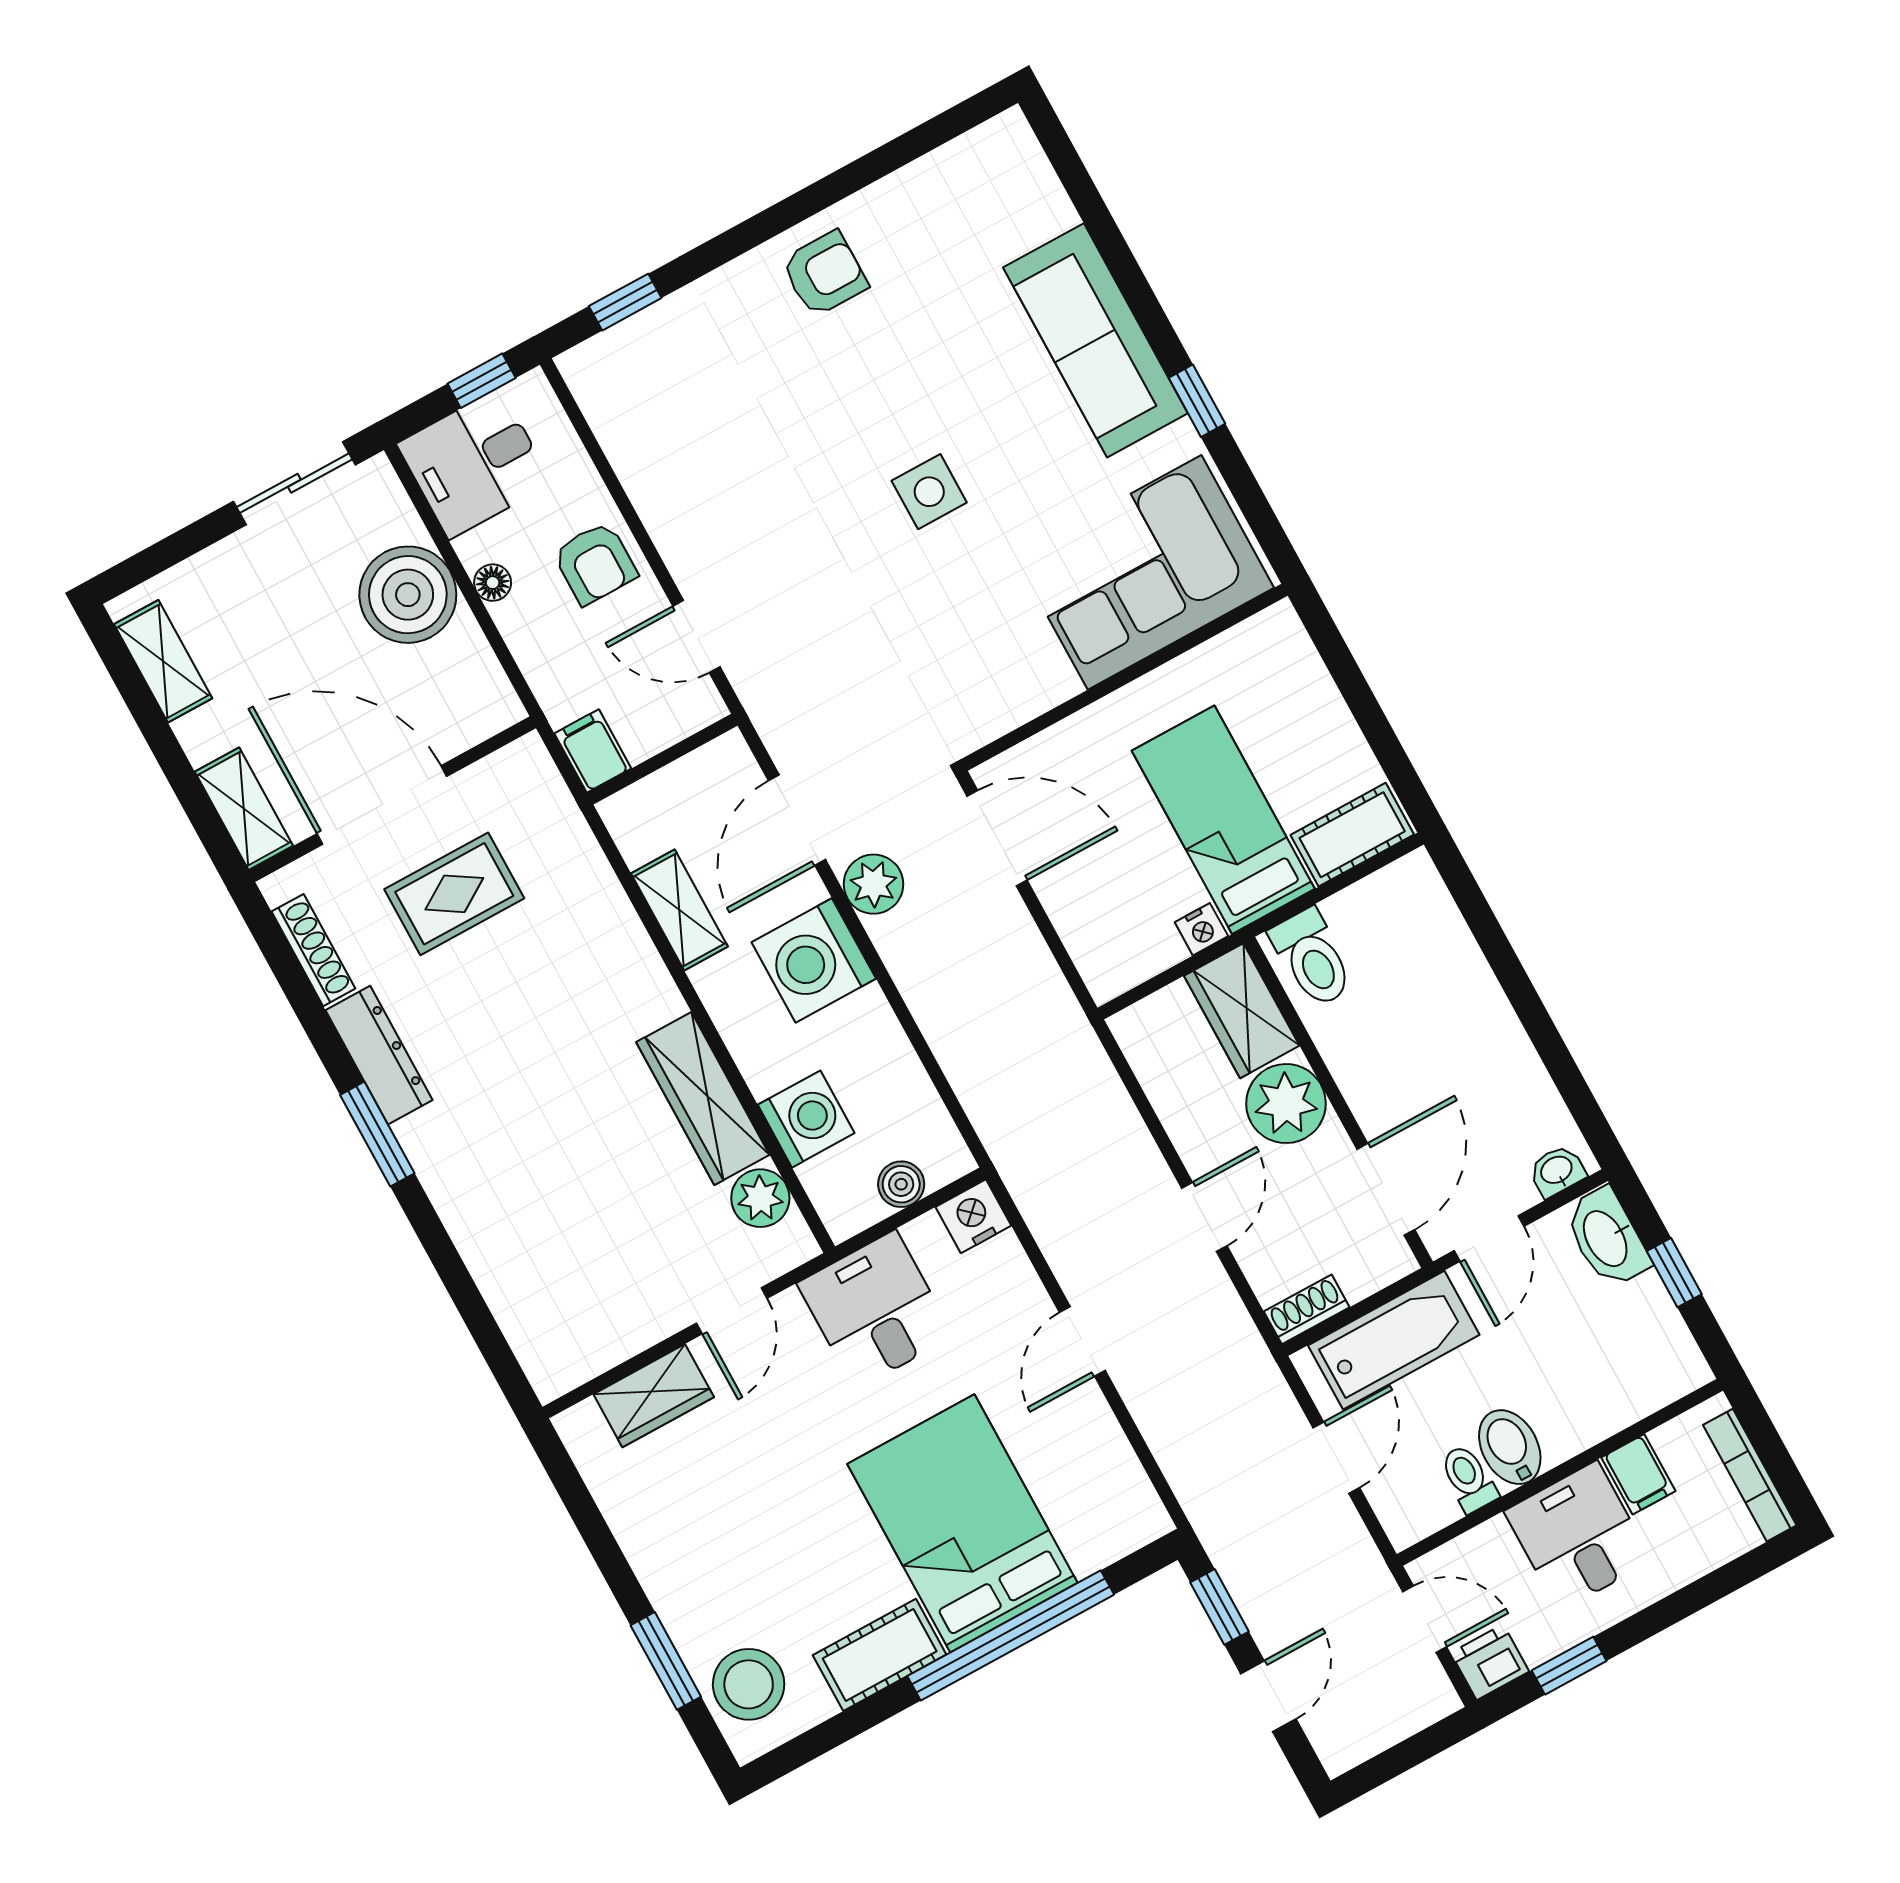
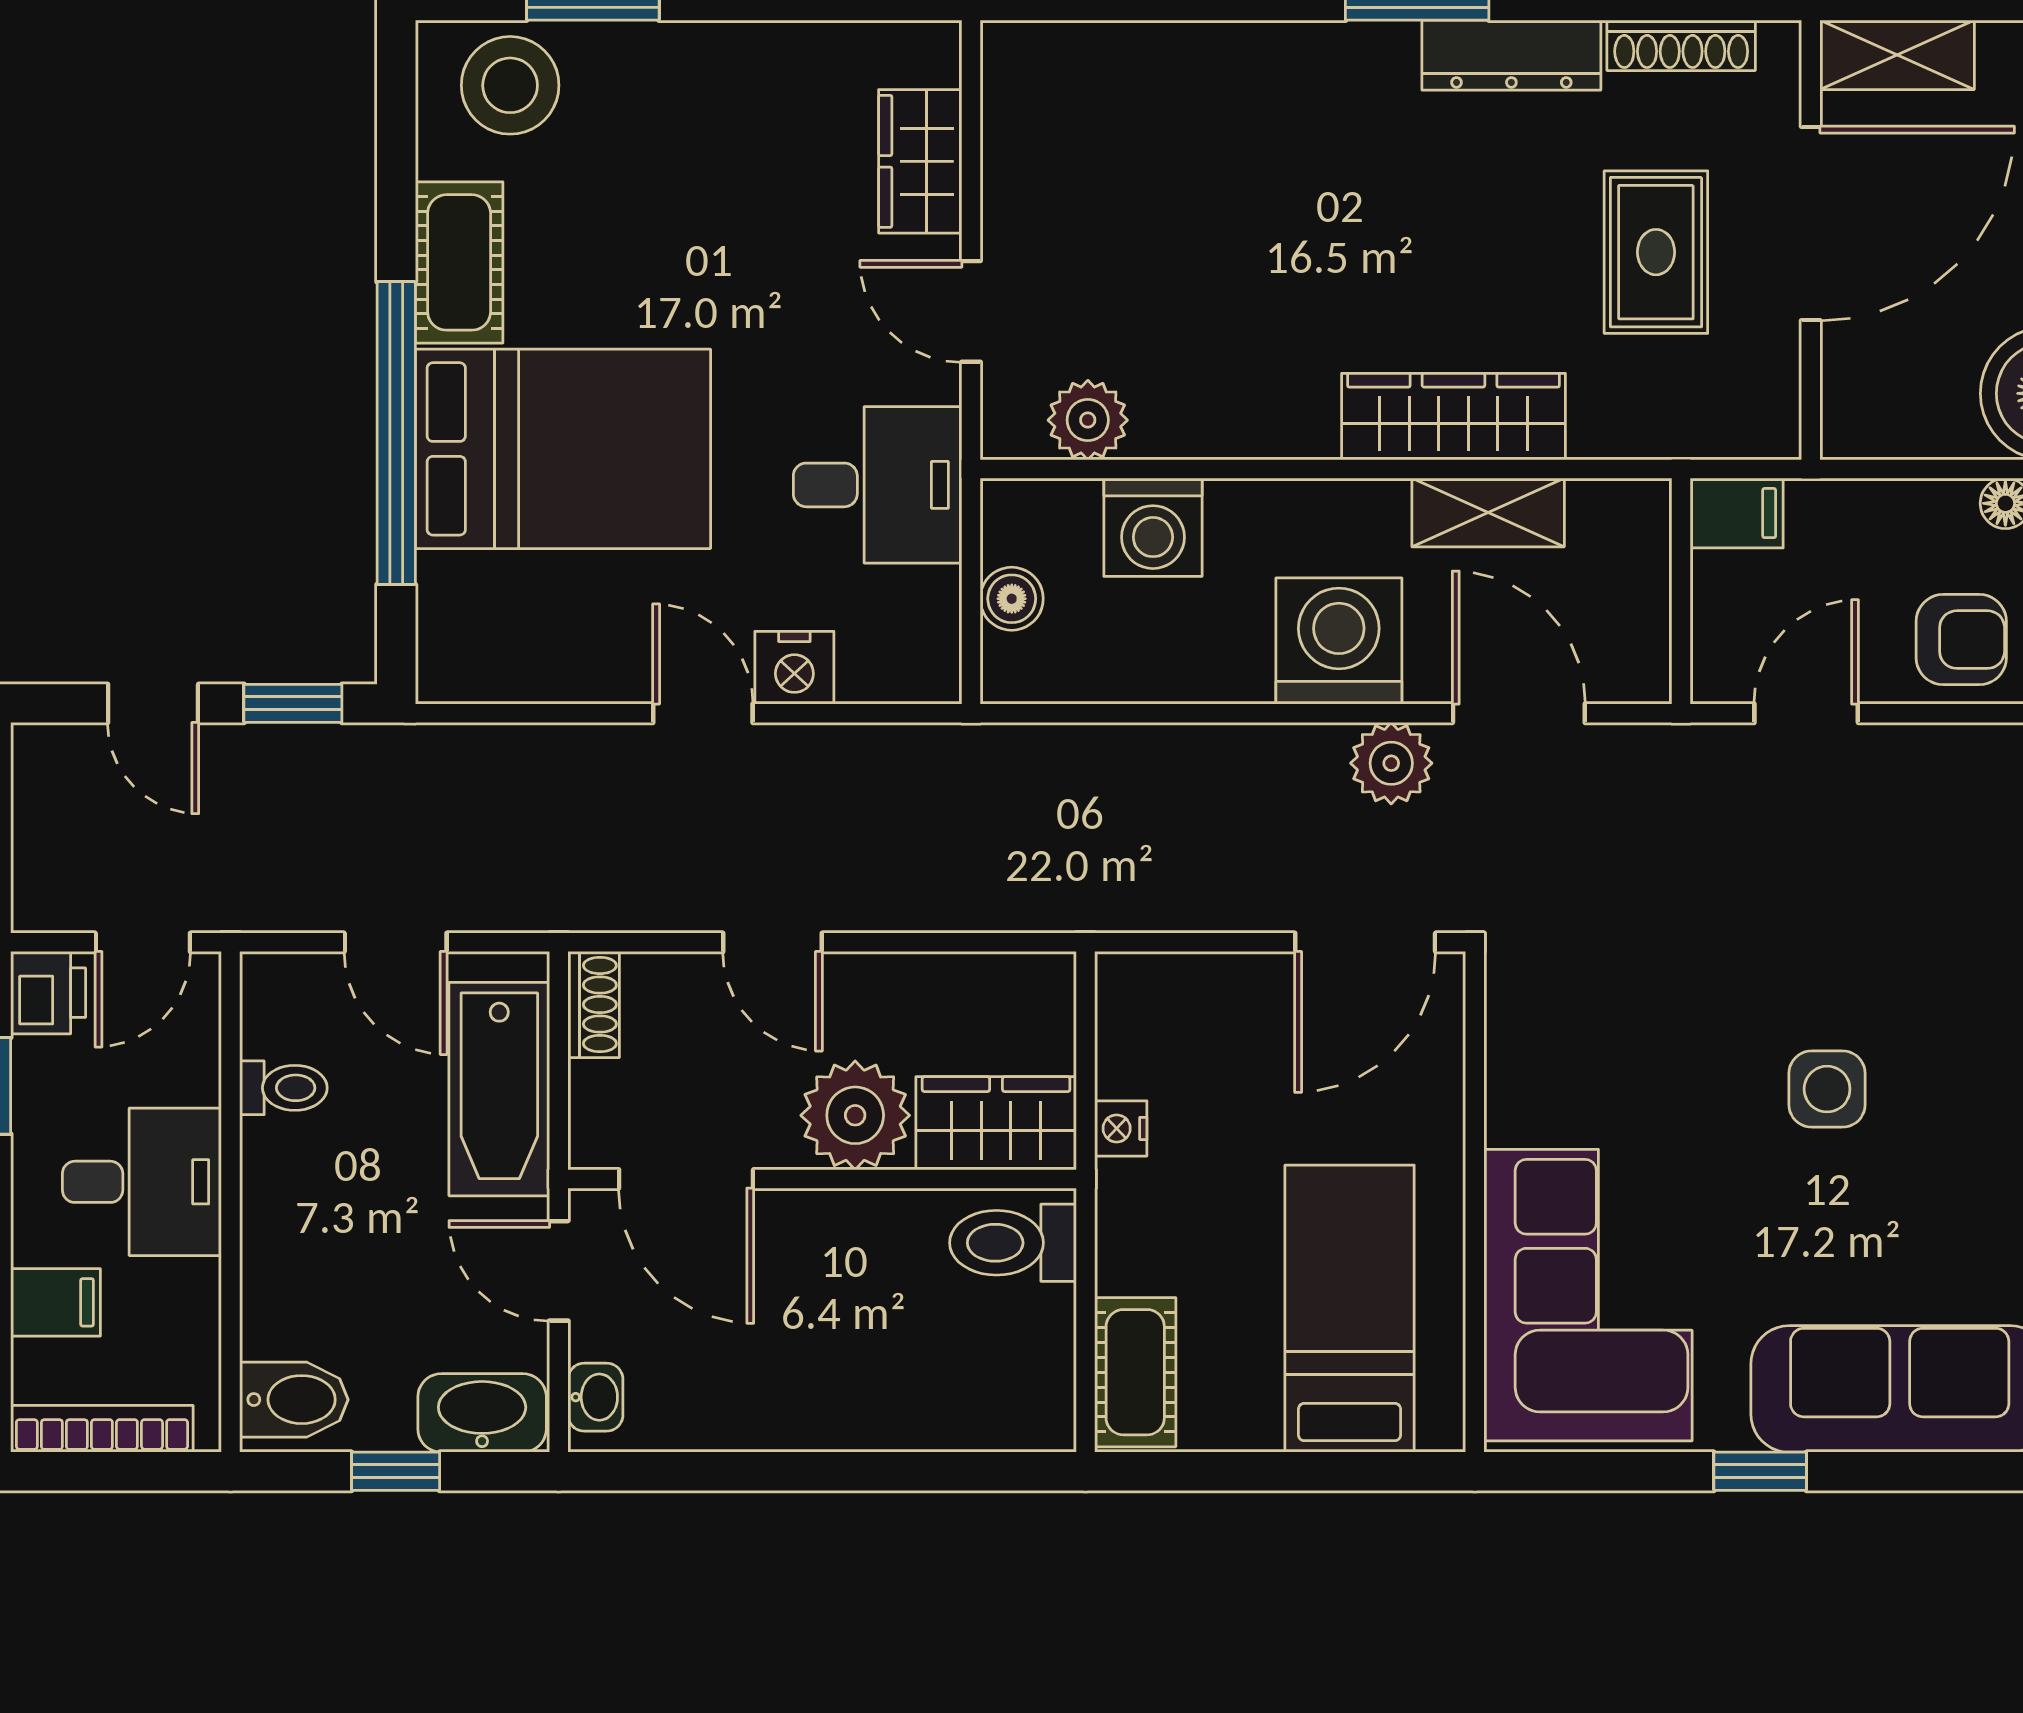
armchair: (595, 563) -> (1961, 640), turned 180
bed: (1223, 820) -> (1350, 1309), moved, turned -90
wardrobe: (703, 1098) -> (1453, 417), moved
nightstand: (973, 1216) -> (794, 668), moved, turned 90
bidet: (1510, 1447) -> (294, 1400), moved
filing cabinet: (1638, 1474) -> (56, 1302), moved, turned 180

